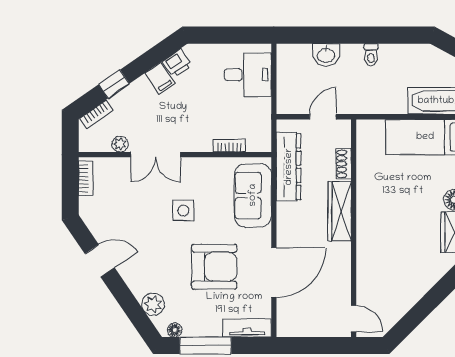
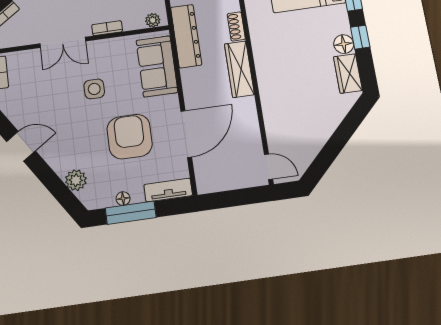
plant: (120, 144) -> (153, 20), moved
bookcase: (229, 146) -> (107, 28), moved
armchair: (214, 267) -> (130, 137), turned -90
floor lamp: (175, 330) -> (123, 199), moved

